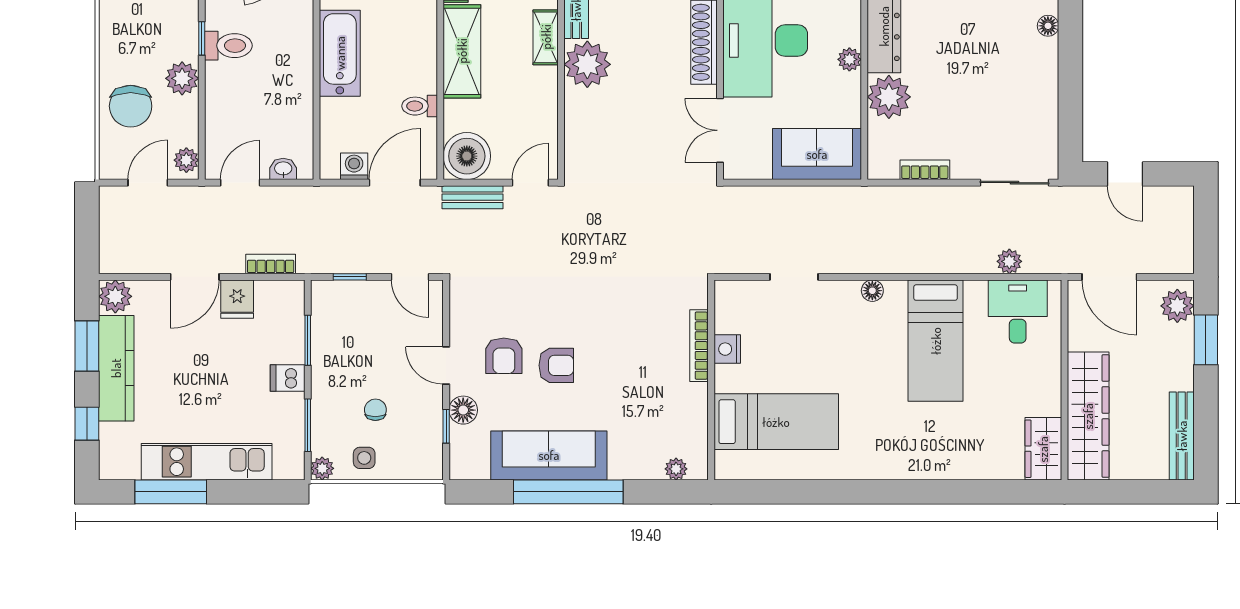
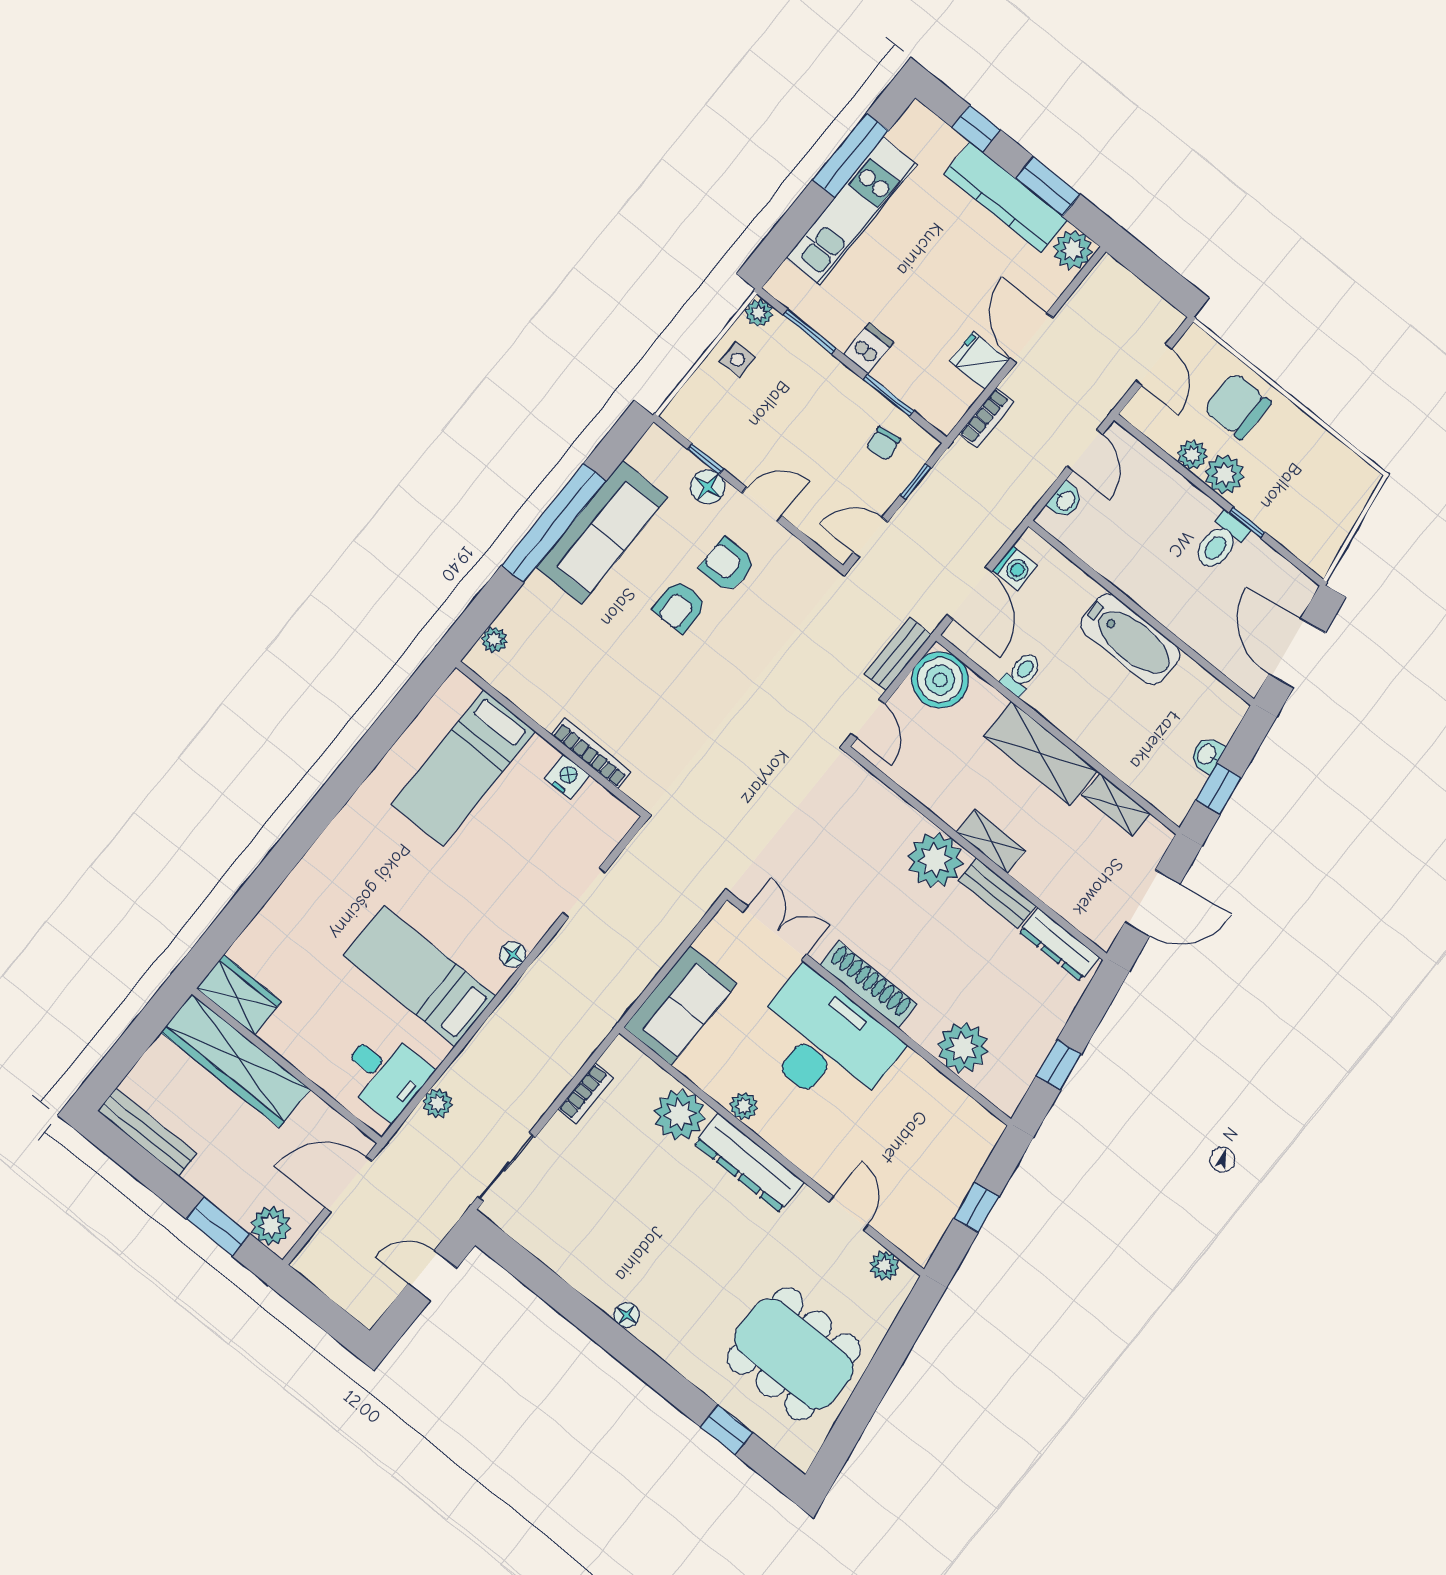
plant: (186, 160) -> (1192, 455), moved
chair: (375, 410) -> (883, 444), moved, turned 82

